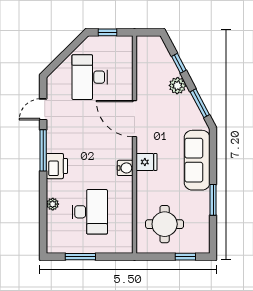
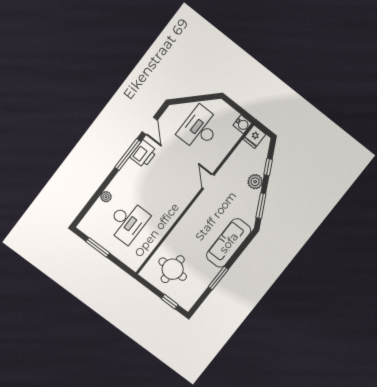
window: (107, 32) -> (236, 107), removed
door: (43, 109) -> (150, 126), swing flipped
door: (135, 119) -> (208, 182), width x0.53
fridge: (146, 162) -> (254, 137), moved, turned 90
printer: (57, 166) -> (144, 154), moved
water cooler: (125, 168) -> (242, 124), moved

